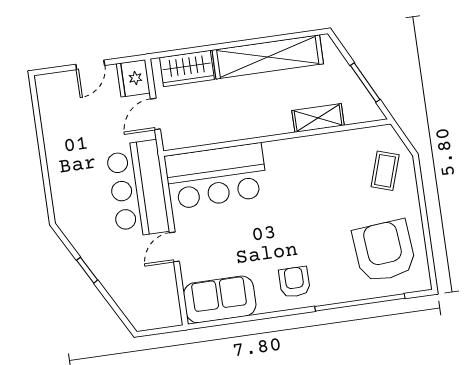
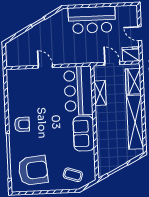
shelving: (318, 118) -> (100, 93), moved
bar counter: (138, 189) -> (92, 20), moved, turned 180
sofa: (220, 299) -> (84, 133), moved, turned 180

